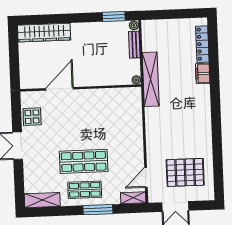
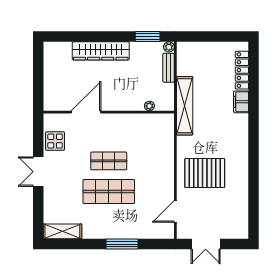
wardrobe: (44, 33) -> (101, 51), moved
plant: (136, 80) -> (149, 106), moved
pallet: (185, 172) -> (205, 173), moved
shop shelf: (85, 190) -> (109, 161), moved
shelving: (133, 198) -> (161, 233), removed

